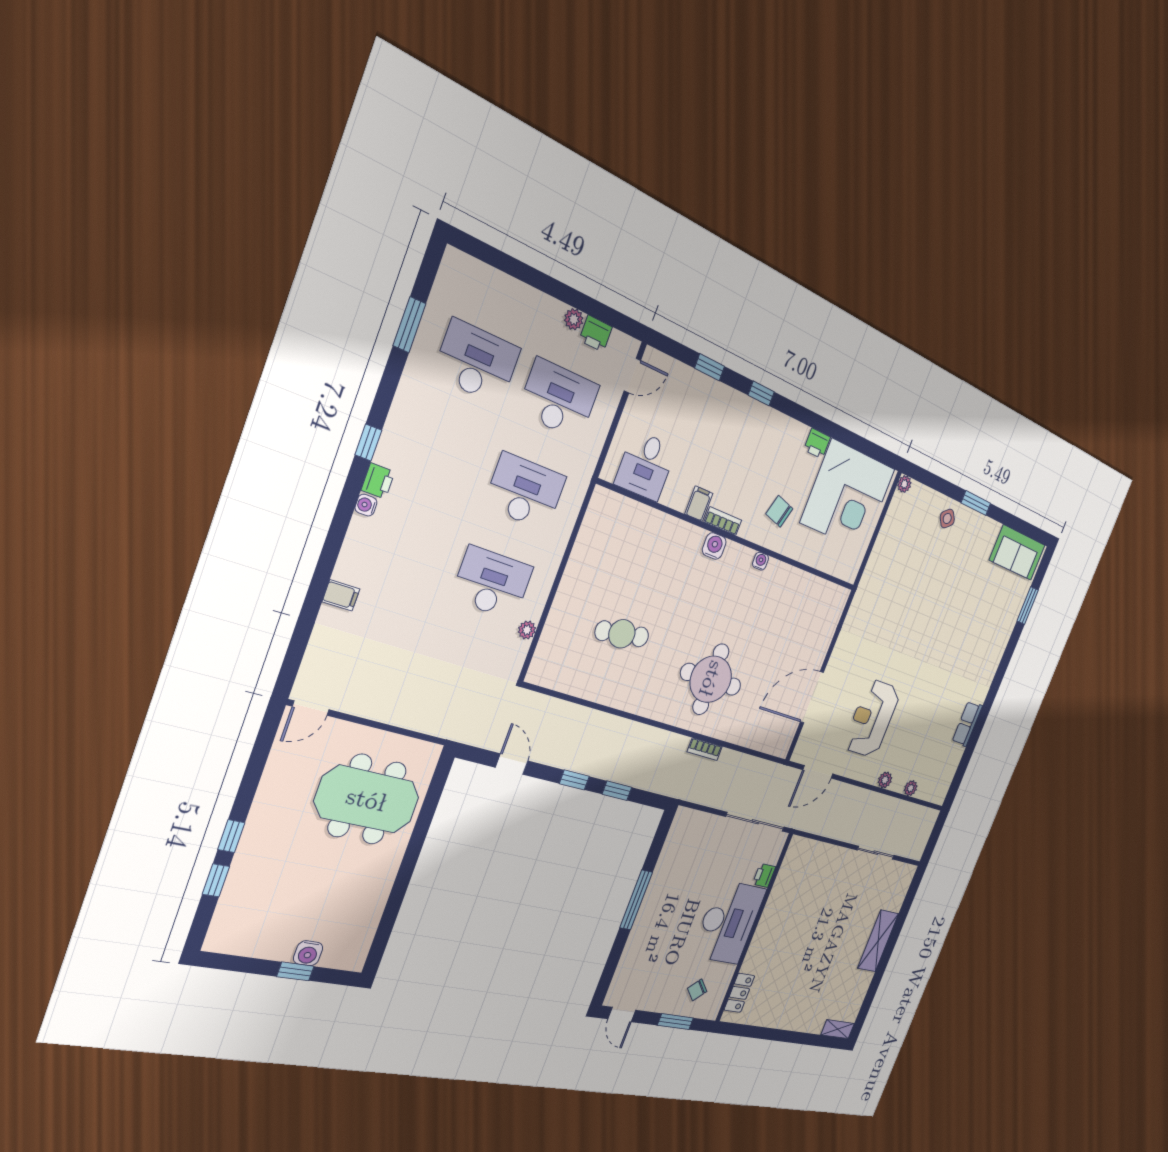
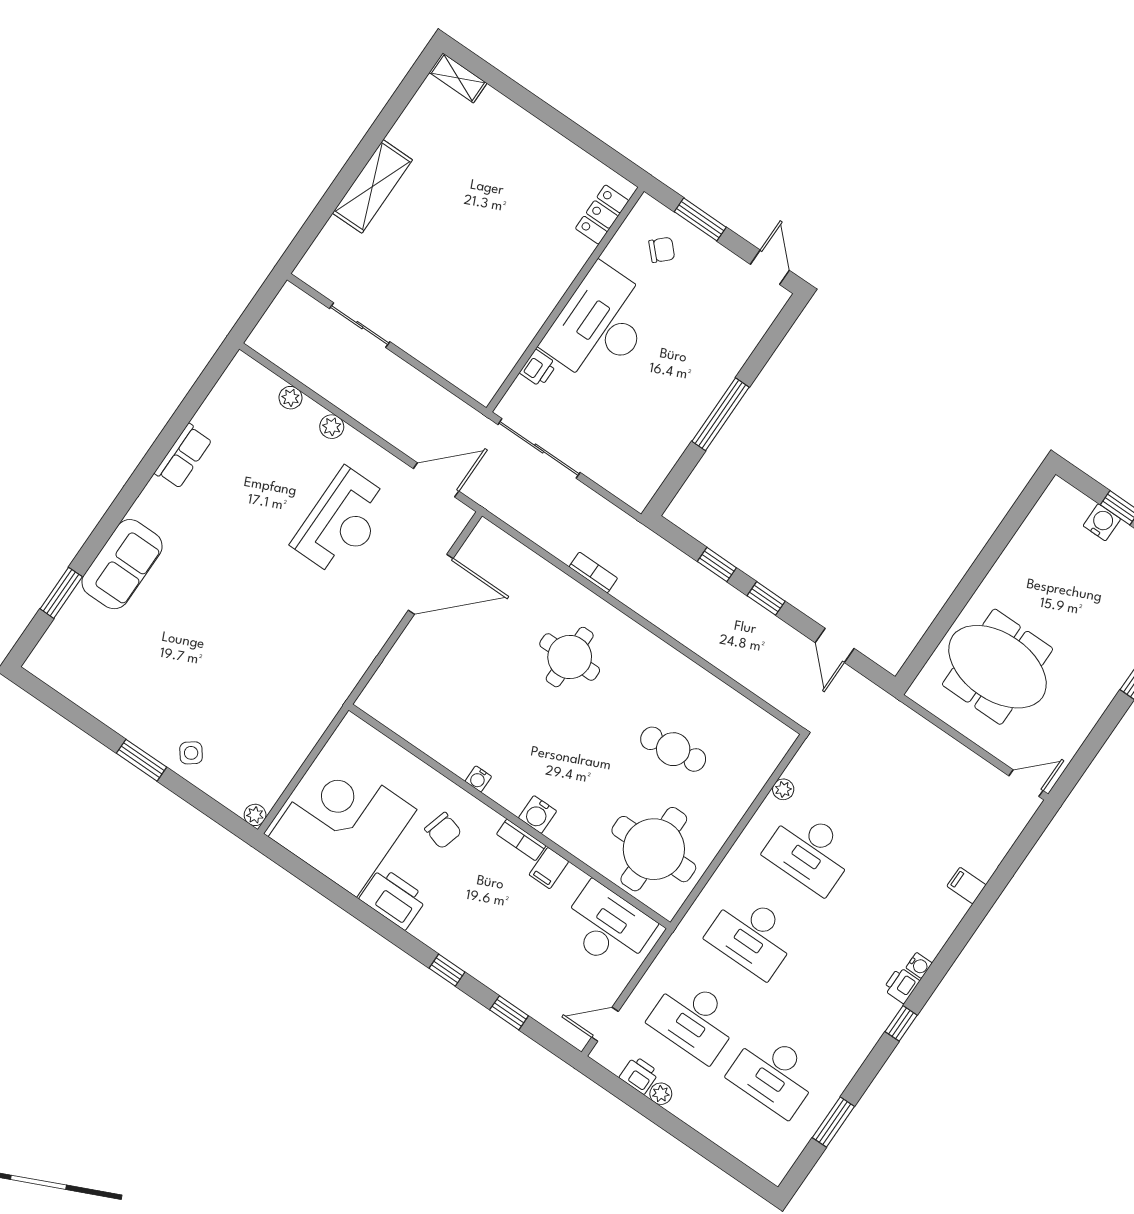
printer: (817, 443) -> (393, 898), width x1.87, depth x1.48
desk: (646, 466) -> (607, 927), width x1.37
round table: (621, 545) -> (654, 849), added
sofa: (1017, 553) -> (122, 564), moved, turned 90
round table: (711, 679) -> (570, 657), width x0.73, depth x0.73

